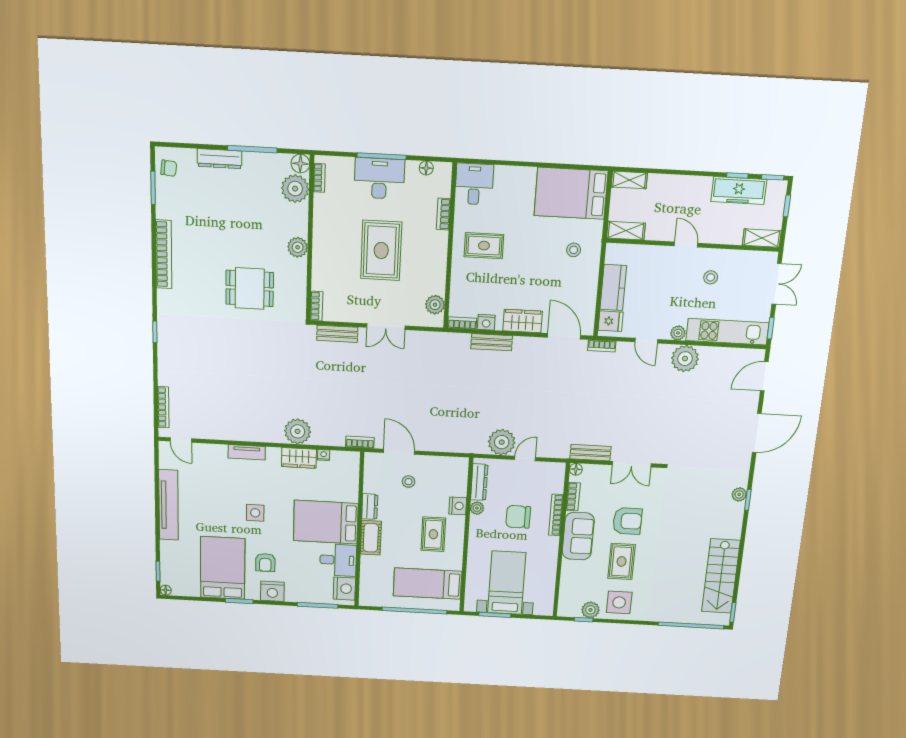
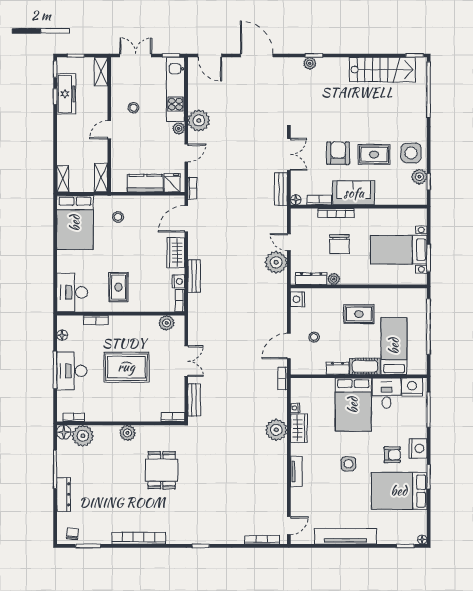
desk: (474, 184) -> (72, 292), width x1.37
nightstand: (458, 506) -> (298, 299), moved, turned -90
bed: (428, 584) -> (394, 346), moved, turned 180

